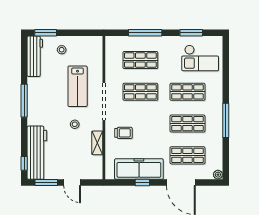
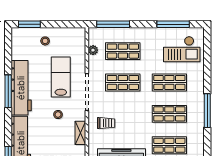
window: (145, 33) -> (113, 24), moved
window: (191, 33) -> (173, 24), width x1.44
workbench: (35, 56) -> (21, 88), moved, width x1.36, depth x1.32
plant: (110, 59) -> (93, 50), added
lab bench: (78, 86) -> (61, 77), turned 180

